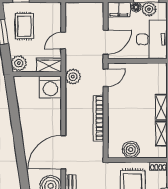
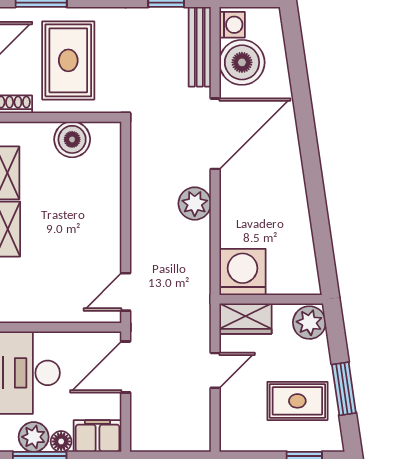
rug: (24, 26) -> (297, 401), turned 90
plant: (73, 77) -> (195, 204), moved
bookcase: (98, 118) -> (141, 206), removed

